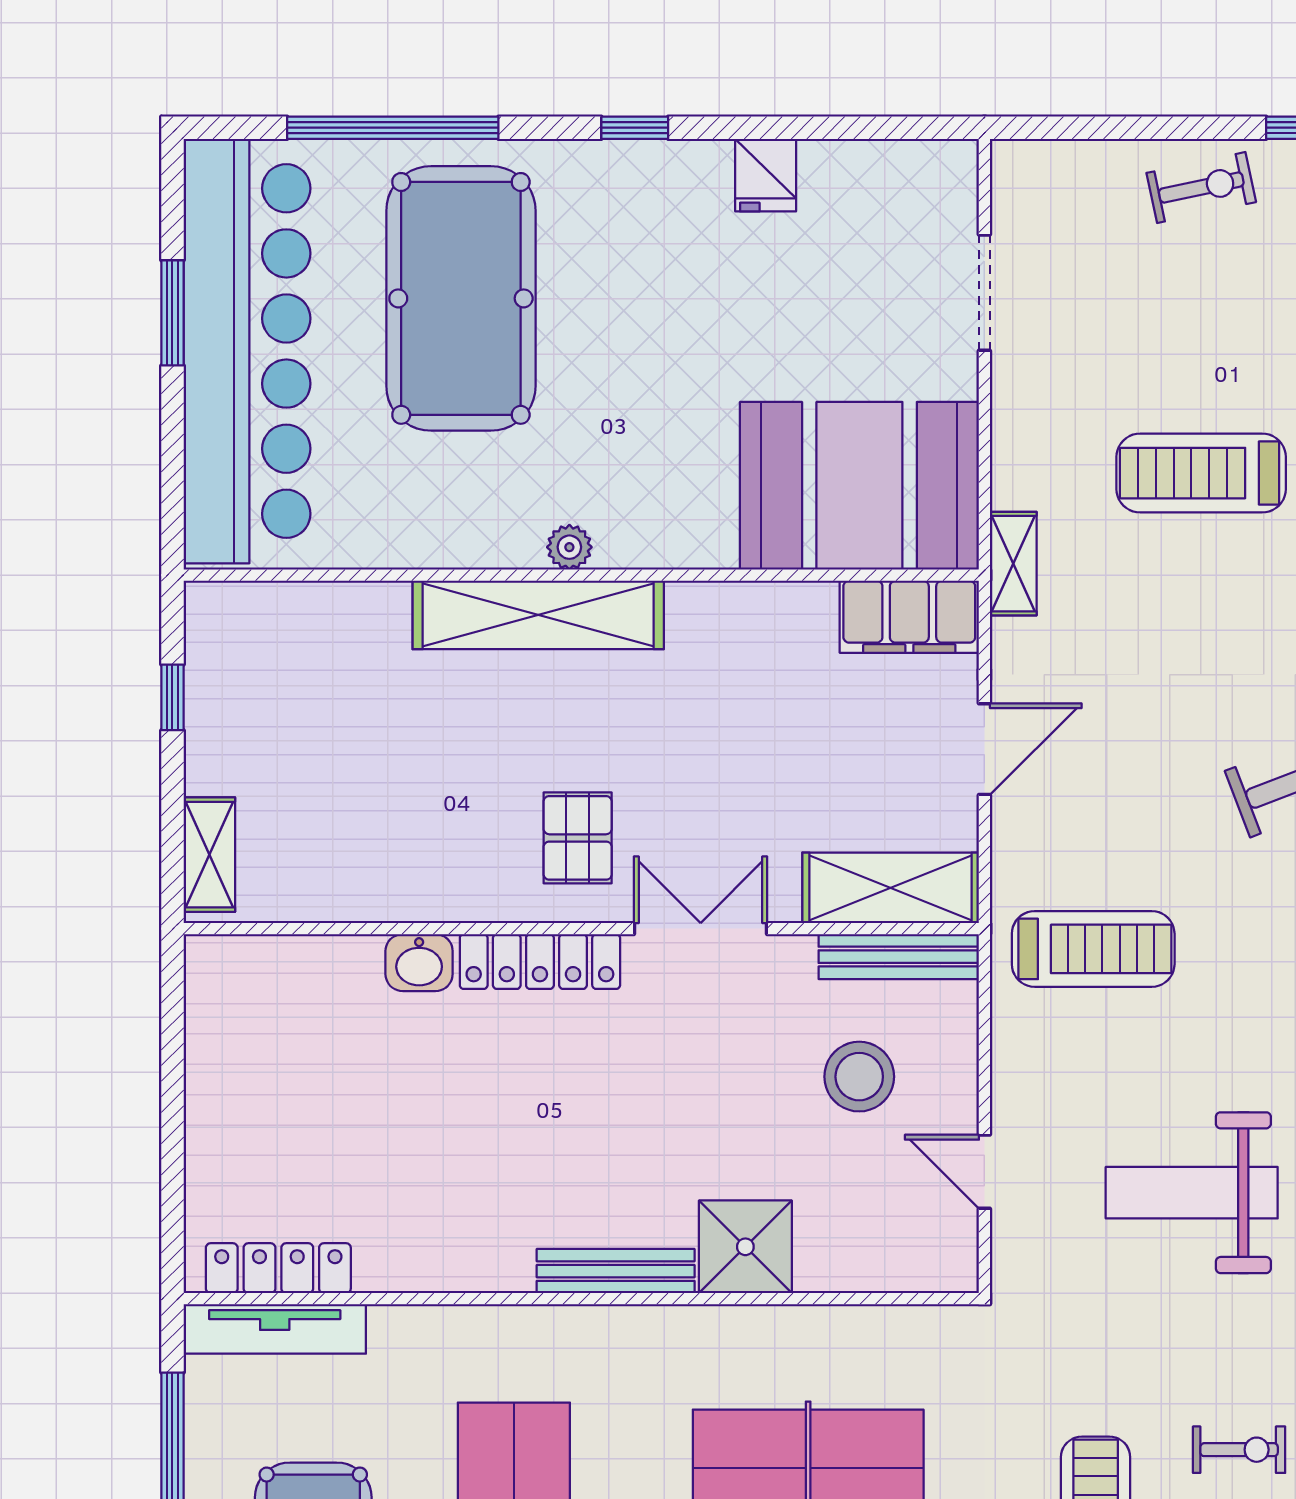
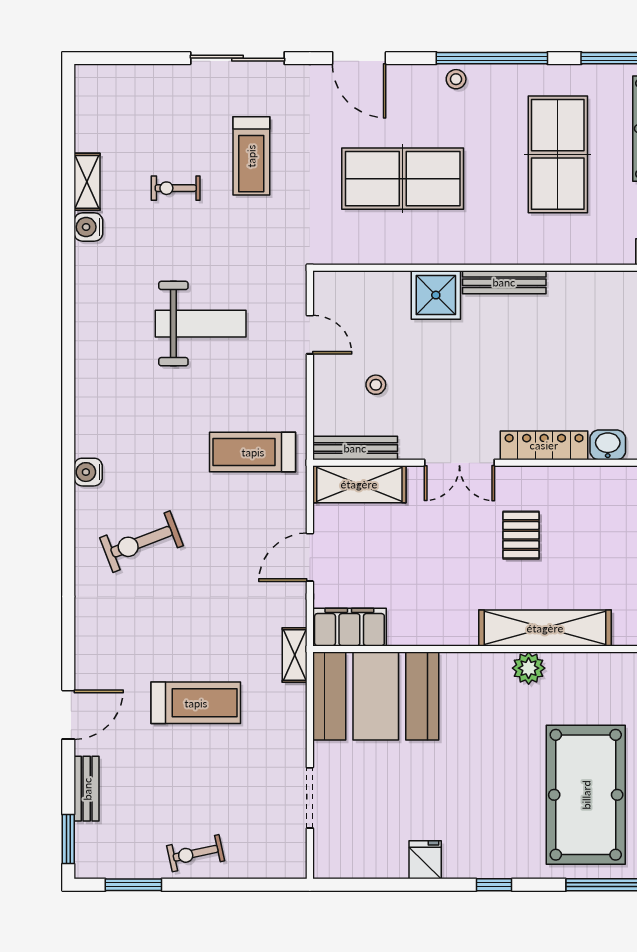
plant: (569, 547) -> (529, 668), width x1.38, depth x1.38
pallet: (578, 838) -> (521, 535), moved
stool: (859, 1077) -> (376, 385), width x0.53, depth x0.53

